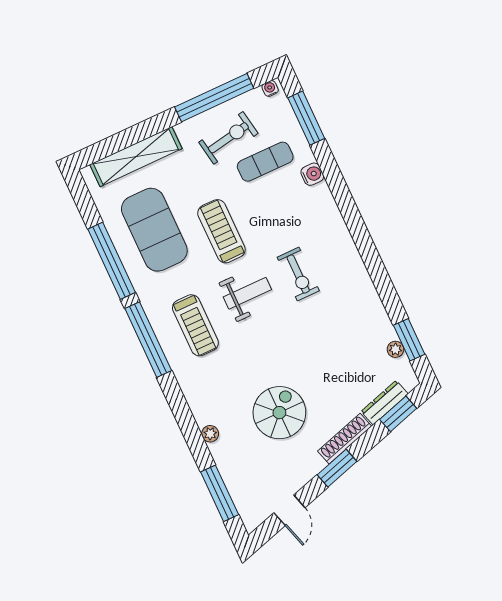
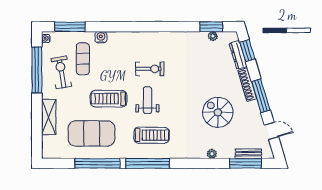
shelving: (136, 157) -> (49, 117), width x0.68
window: (337, 468) -> (261, 96), width x1.44
bench: (237, 491) -> (248, 154), added

